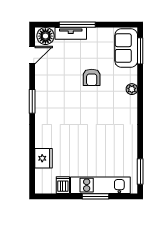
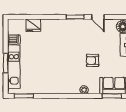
door: (32, 55) -> (98, 17), moved

